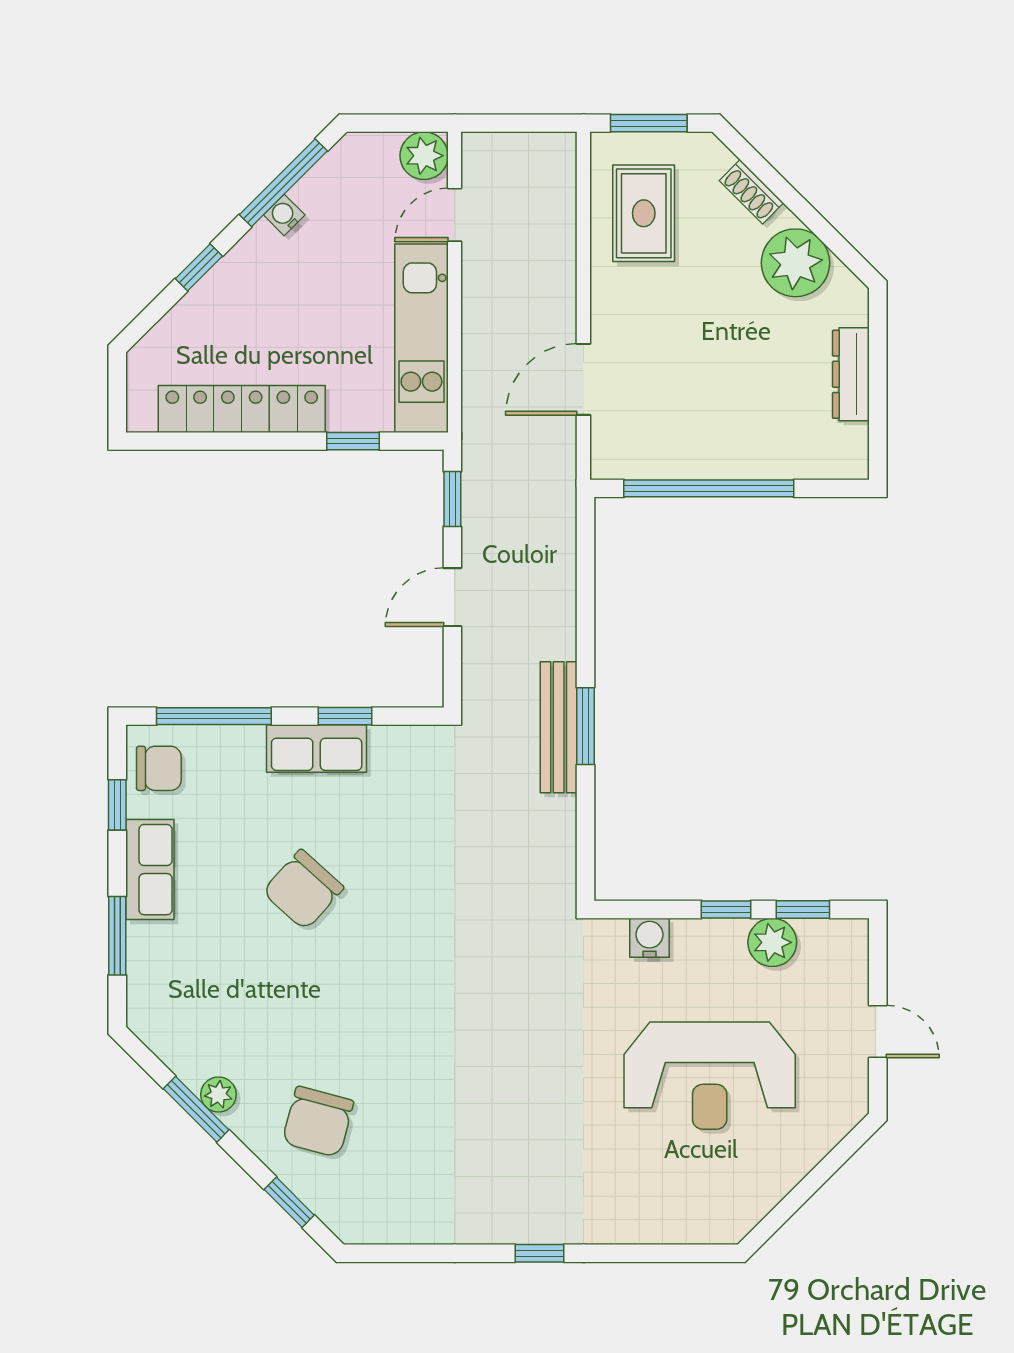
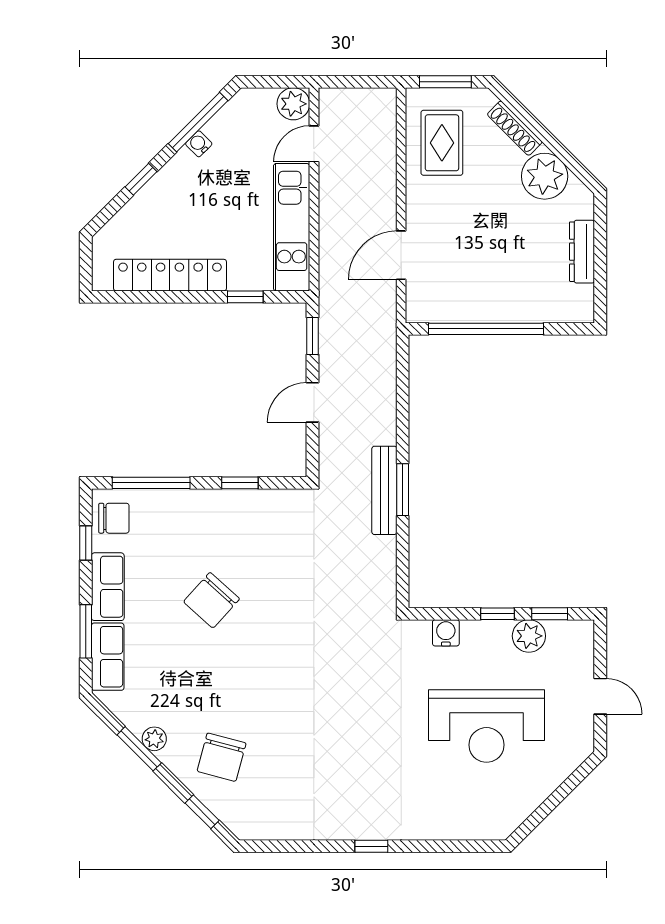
shoe rack: (751, 192) -> (515, 128), width x1.43
row of seats: (317, 749) -> (108, 657), moved, turned -90

